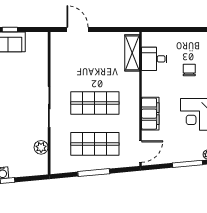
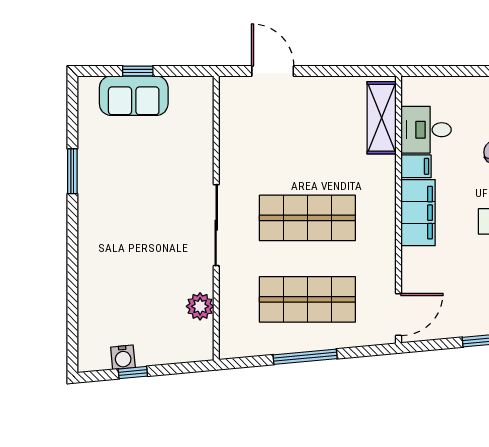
filing cabinet: (149, 77) -> (416, 166), added
filing cabinet: (150, 114) -> (418, 213), moved

